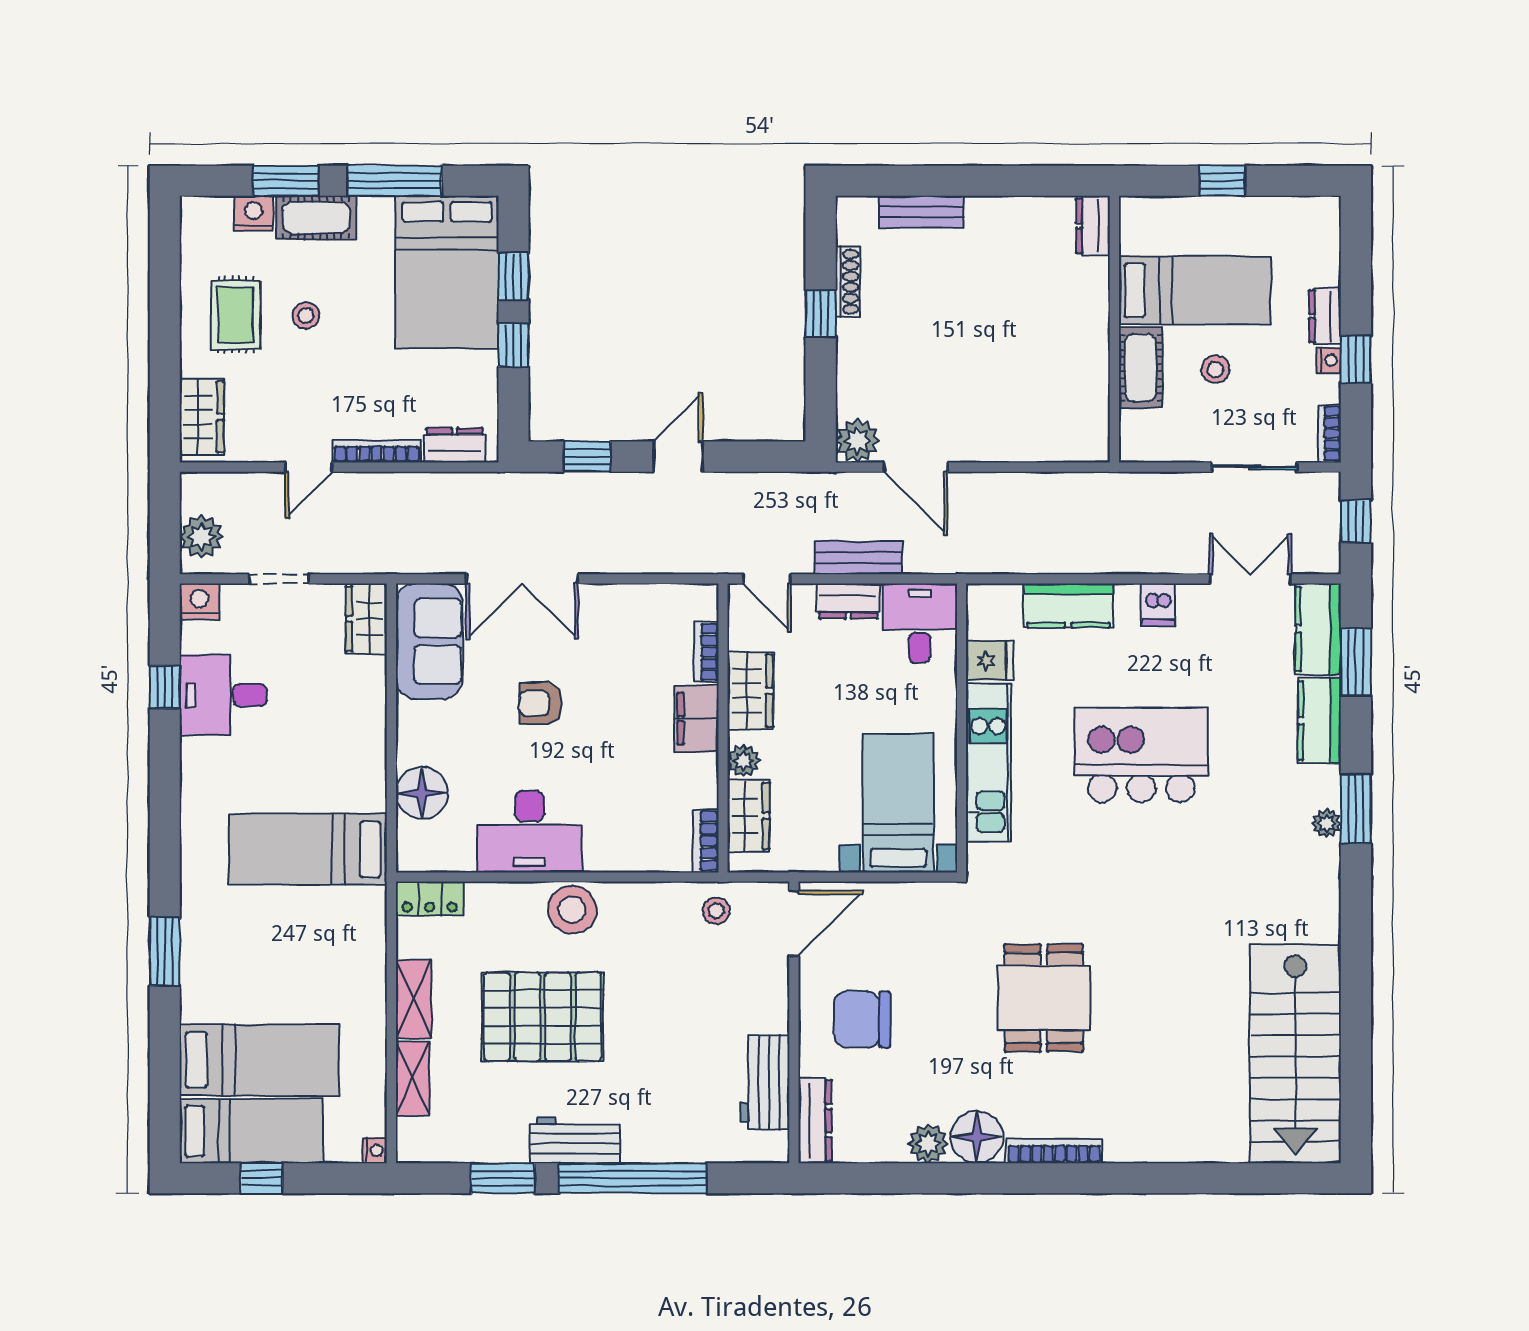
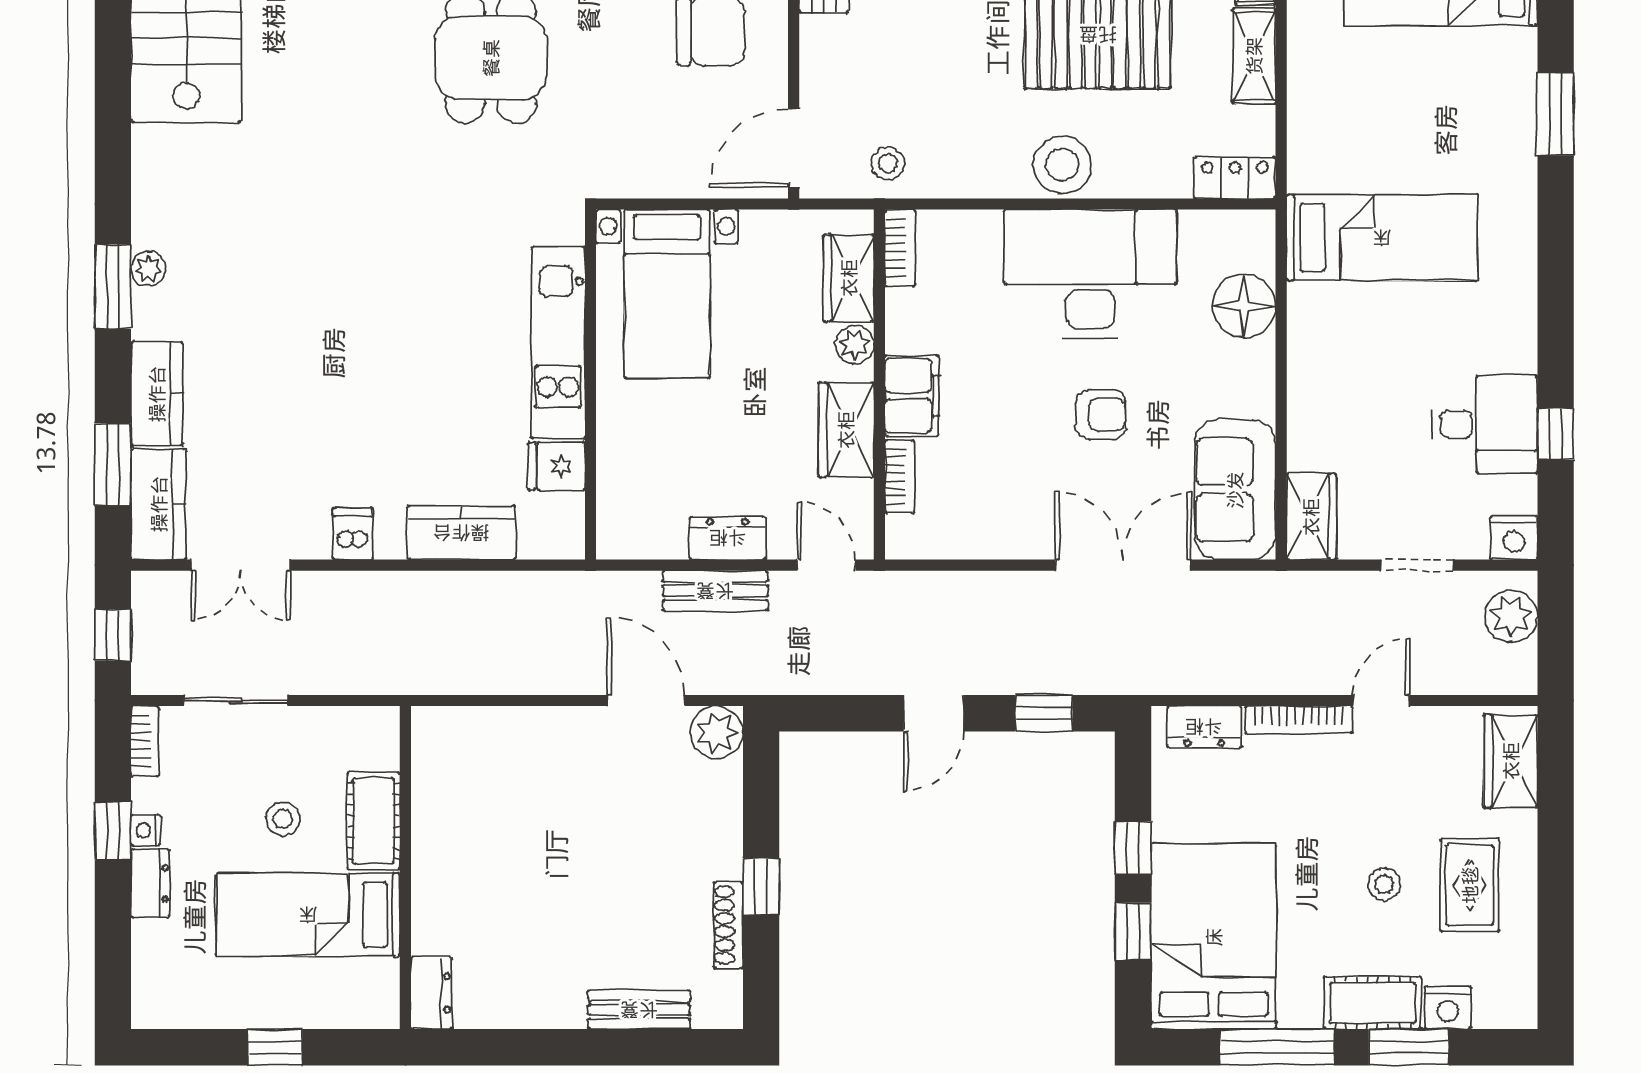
desk: (920, 623) -> (641, 512), removed
kitchen island: (1141, 755) -> (373, 352), removed
desk: (530, 831) -> (1090, 274), width x1.36, depth x1.30

